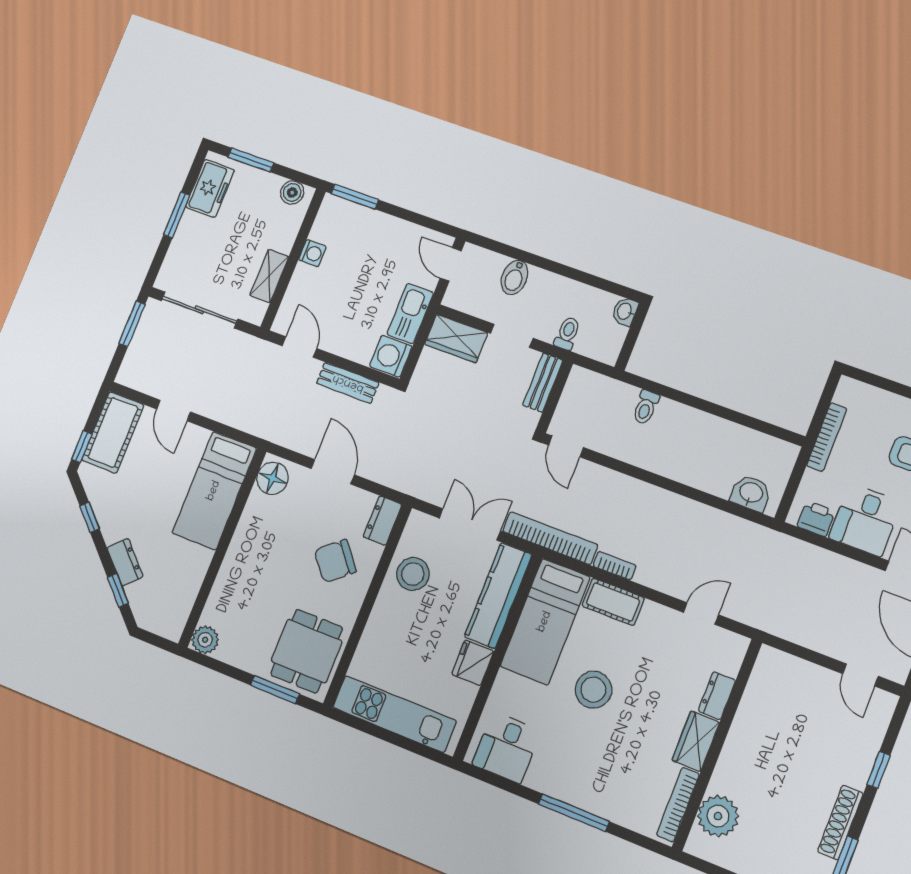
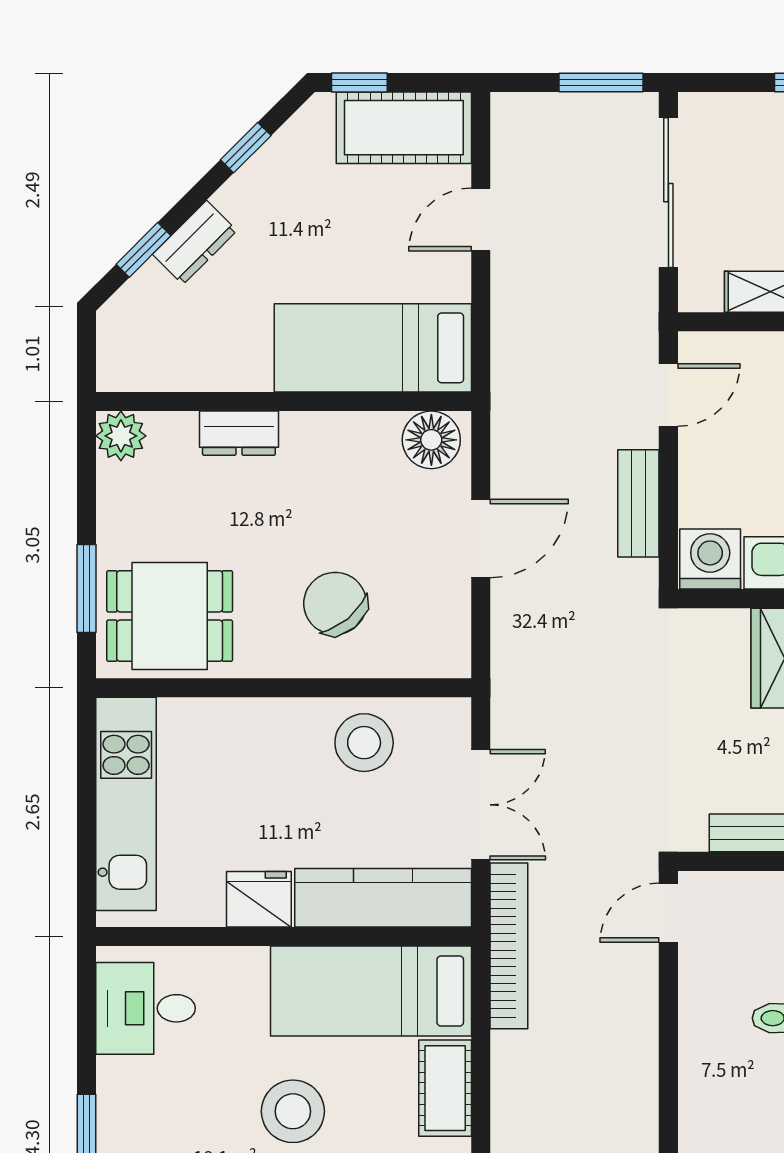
dresser: (382, 521) -> (239, 433), moved, turned 180
bookcase: (614, 566) -> (504, 1068), removed

